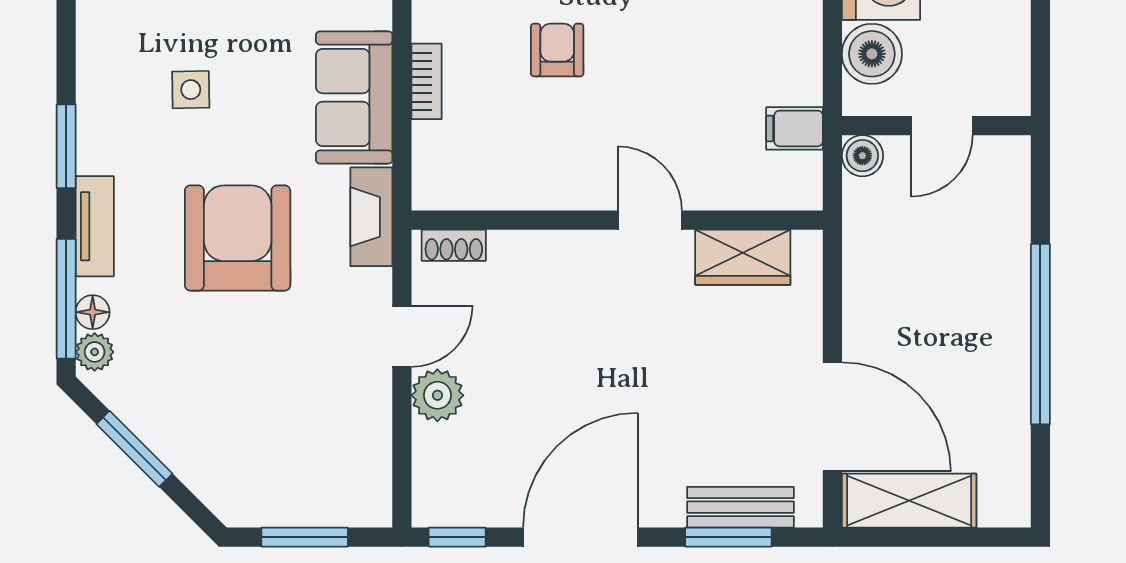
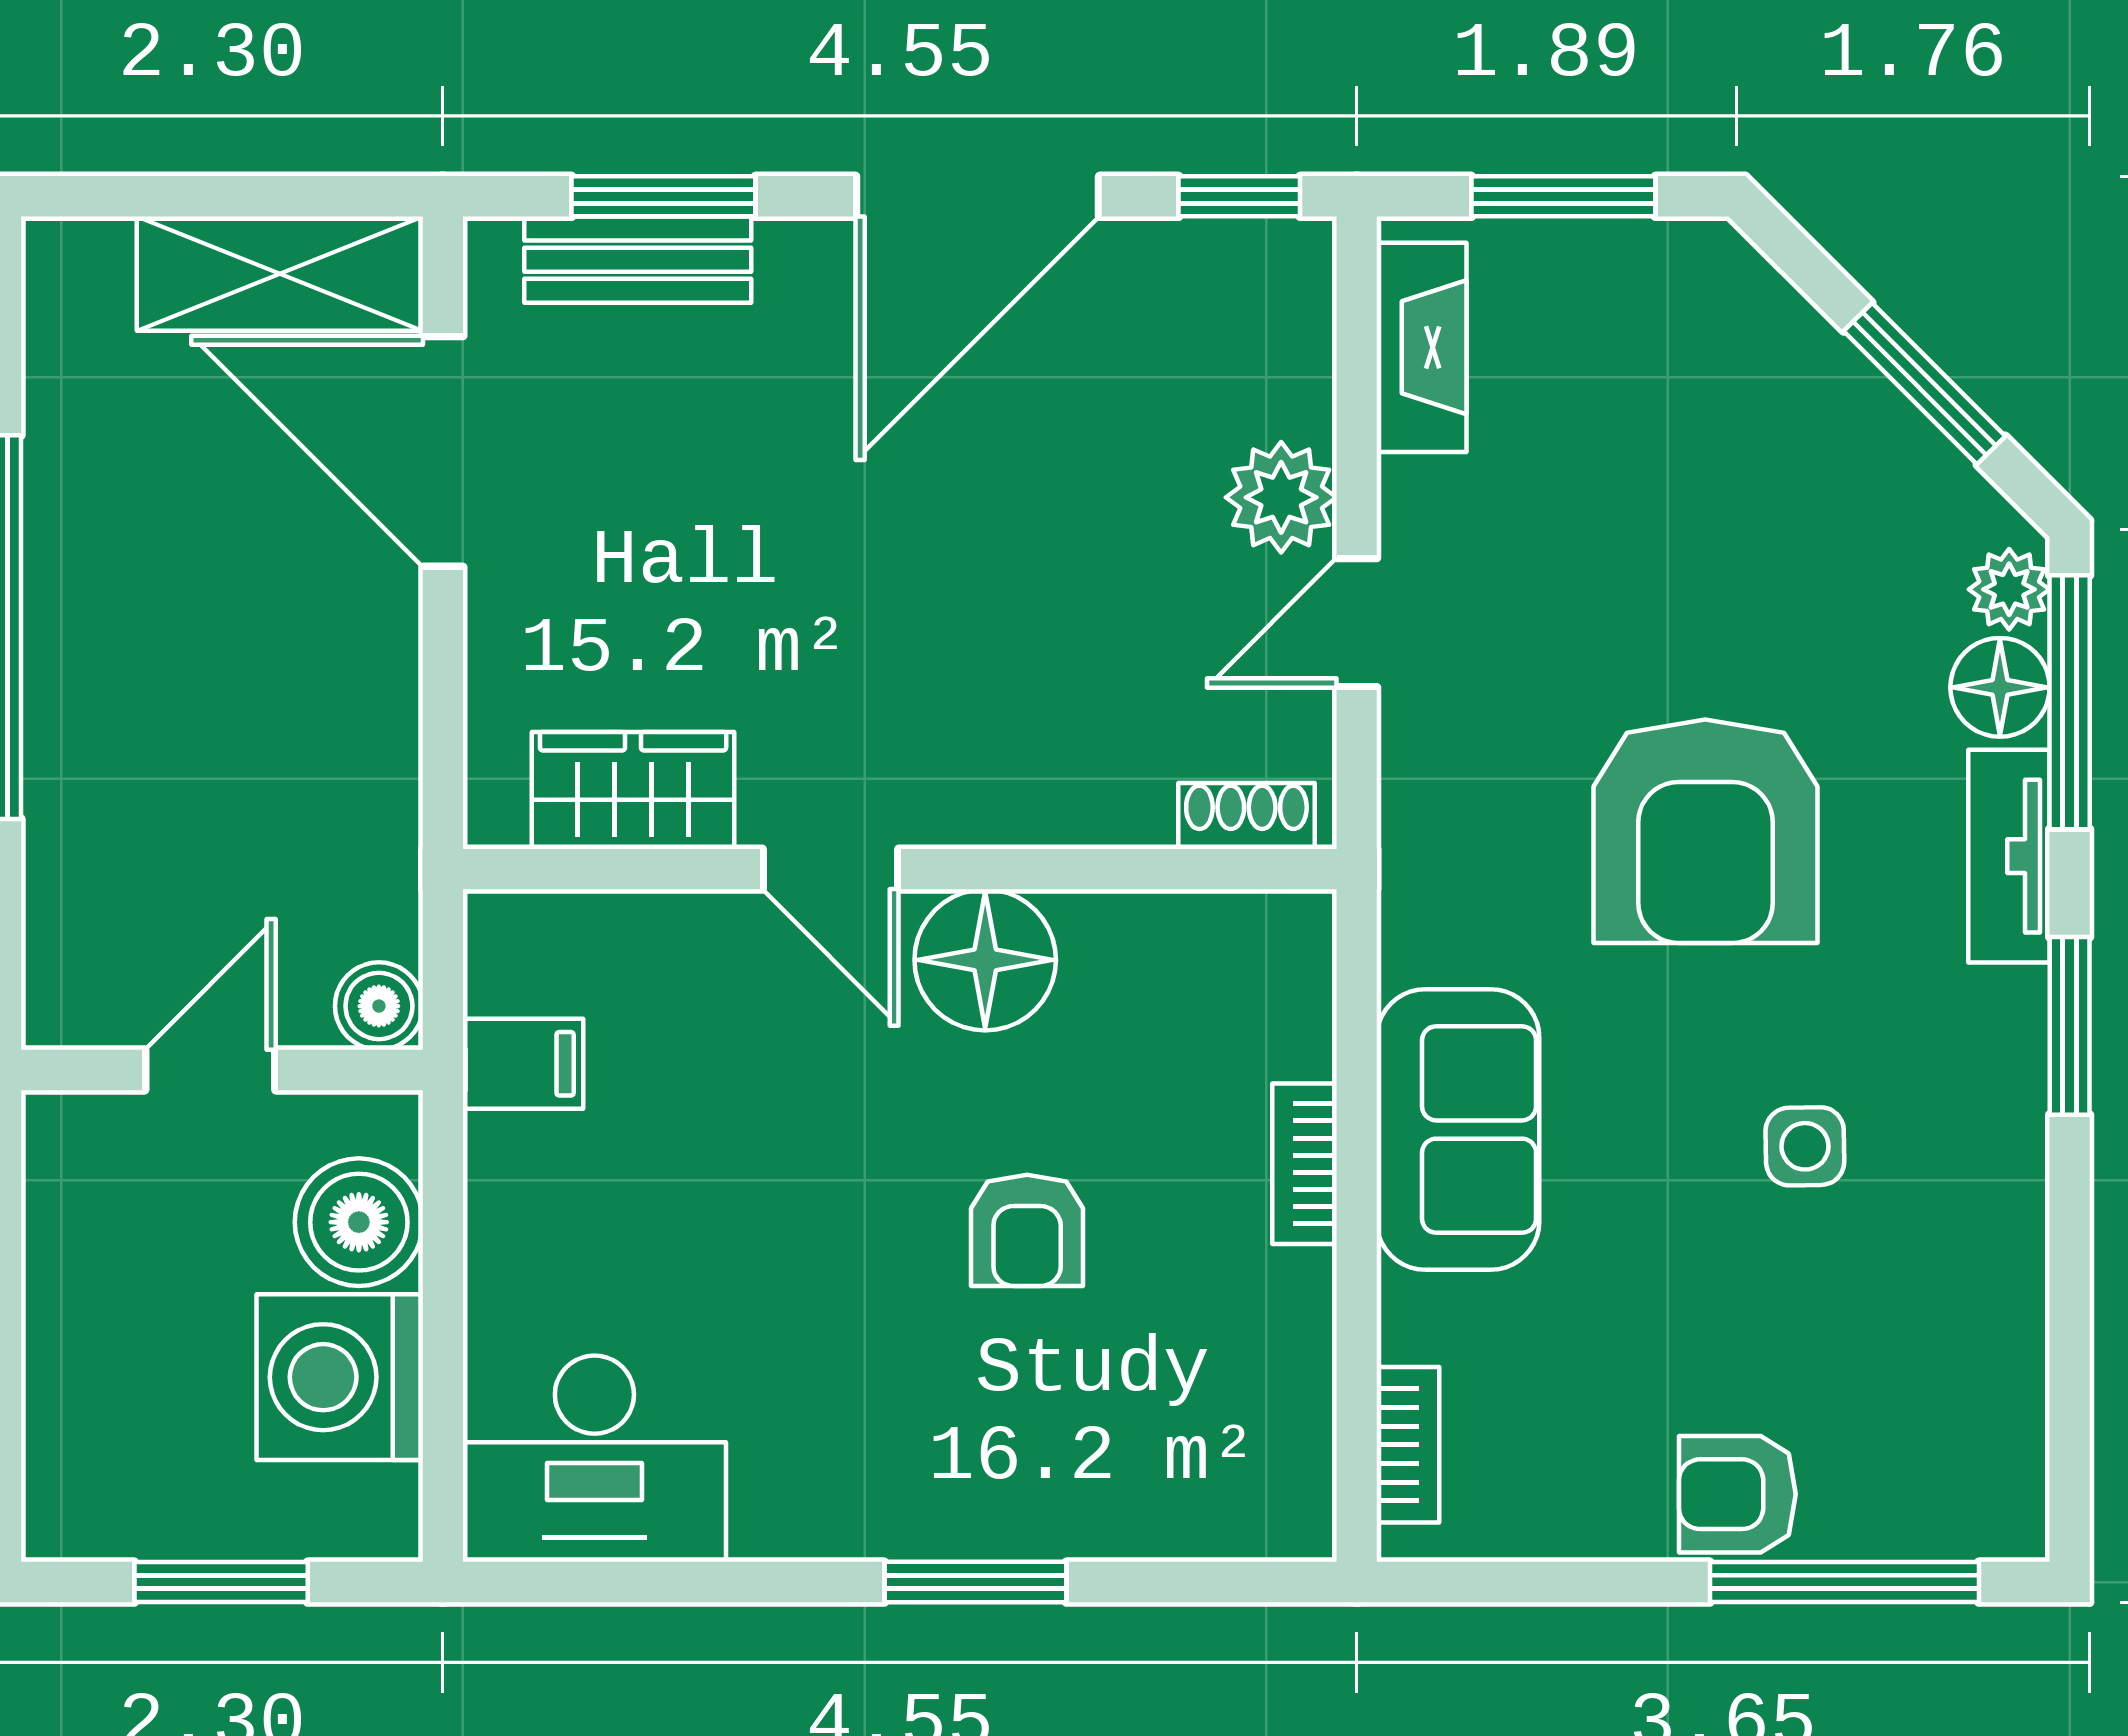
floor lamp: (577, 177) -> (985, 960), added
fireplace: (371, 217) -> (1422, 347), moved
floor lamp: (93, 312) -> (2000, 687), width x1.37, depth x1.37

